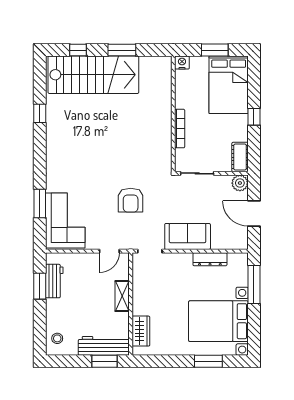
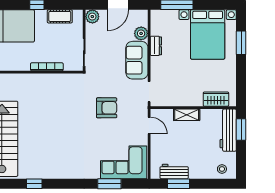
cot: (240, 157) -> (60, 16), moved
plant: (220, 241) -> (141, 33), added
dresser: (210, 259) -> (156, 46), width x0.70

